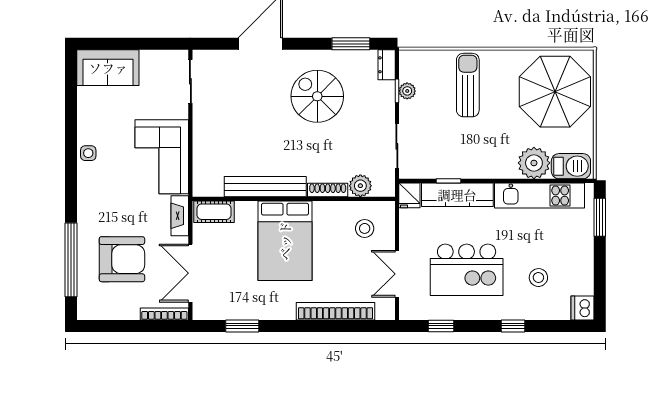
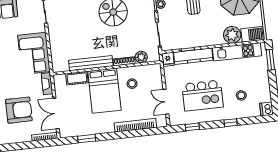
cot: (214, 212) -> (77, 78), moved
stool: (365, 228) -> (132, 84), moved

